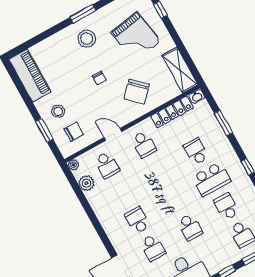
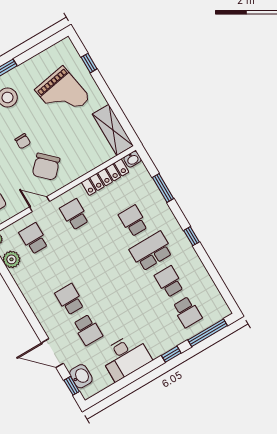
chair: (137, 92) -> (46, 167), moved
school desk: (144, 144) -> (74, 214), turned 180
school desk: (107, 165) -> (34, 239), turned 180
school desk: (211, 179) -> (151, 251), turned 180
school desk: (190, 227) -> (128, 306), removed

